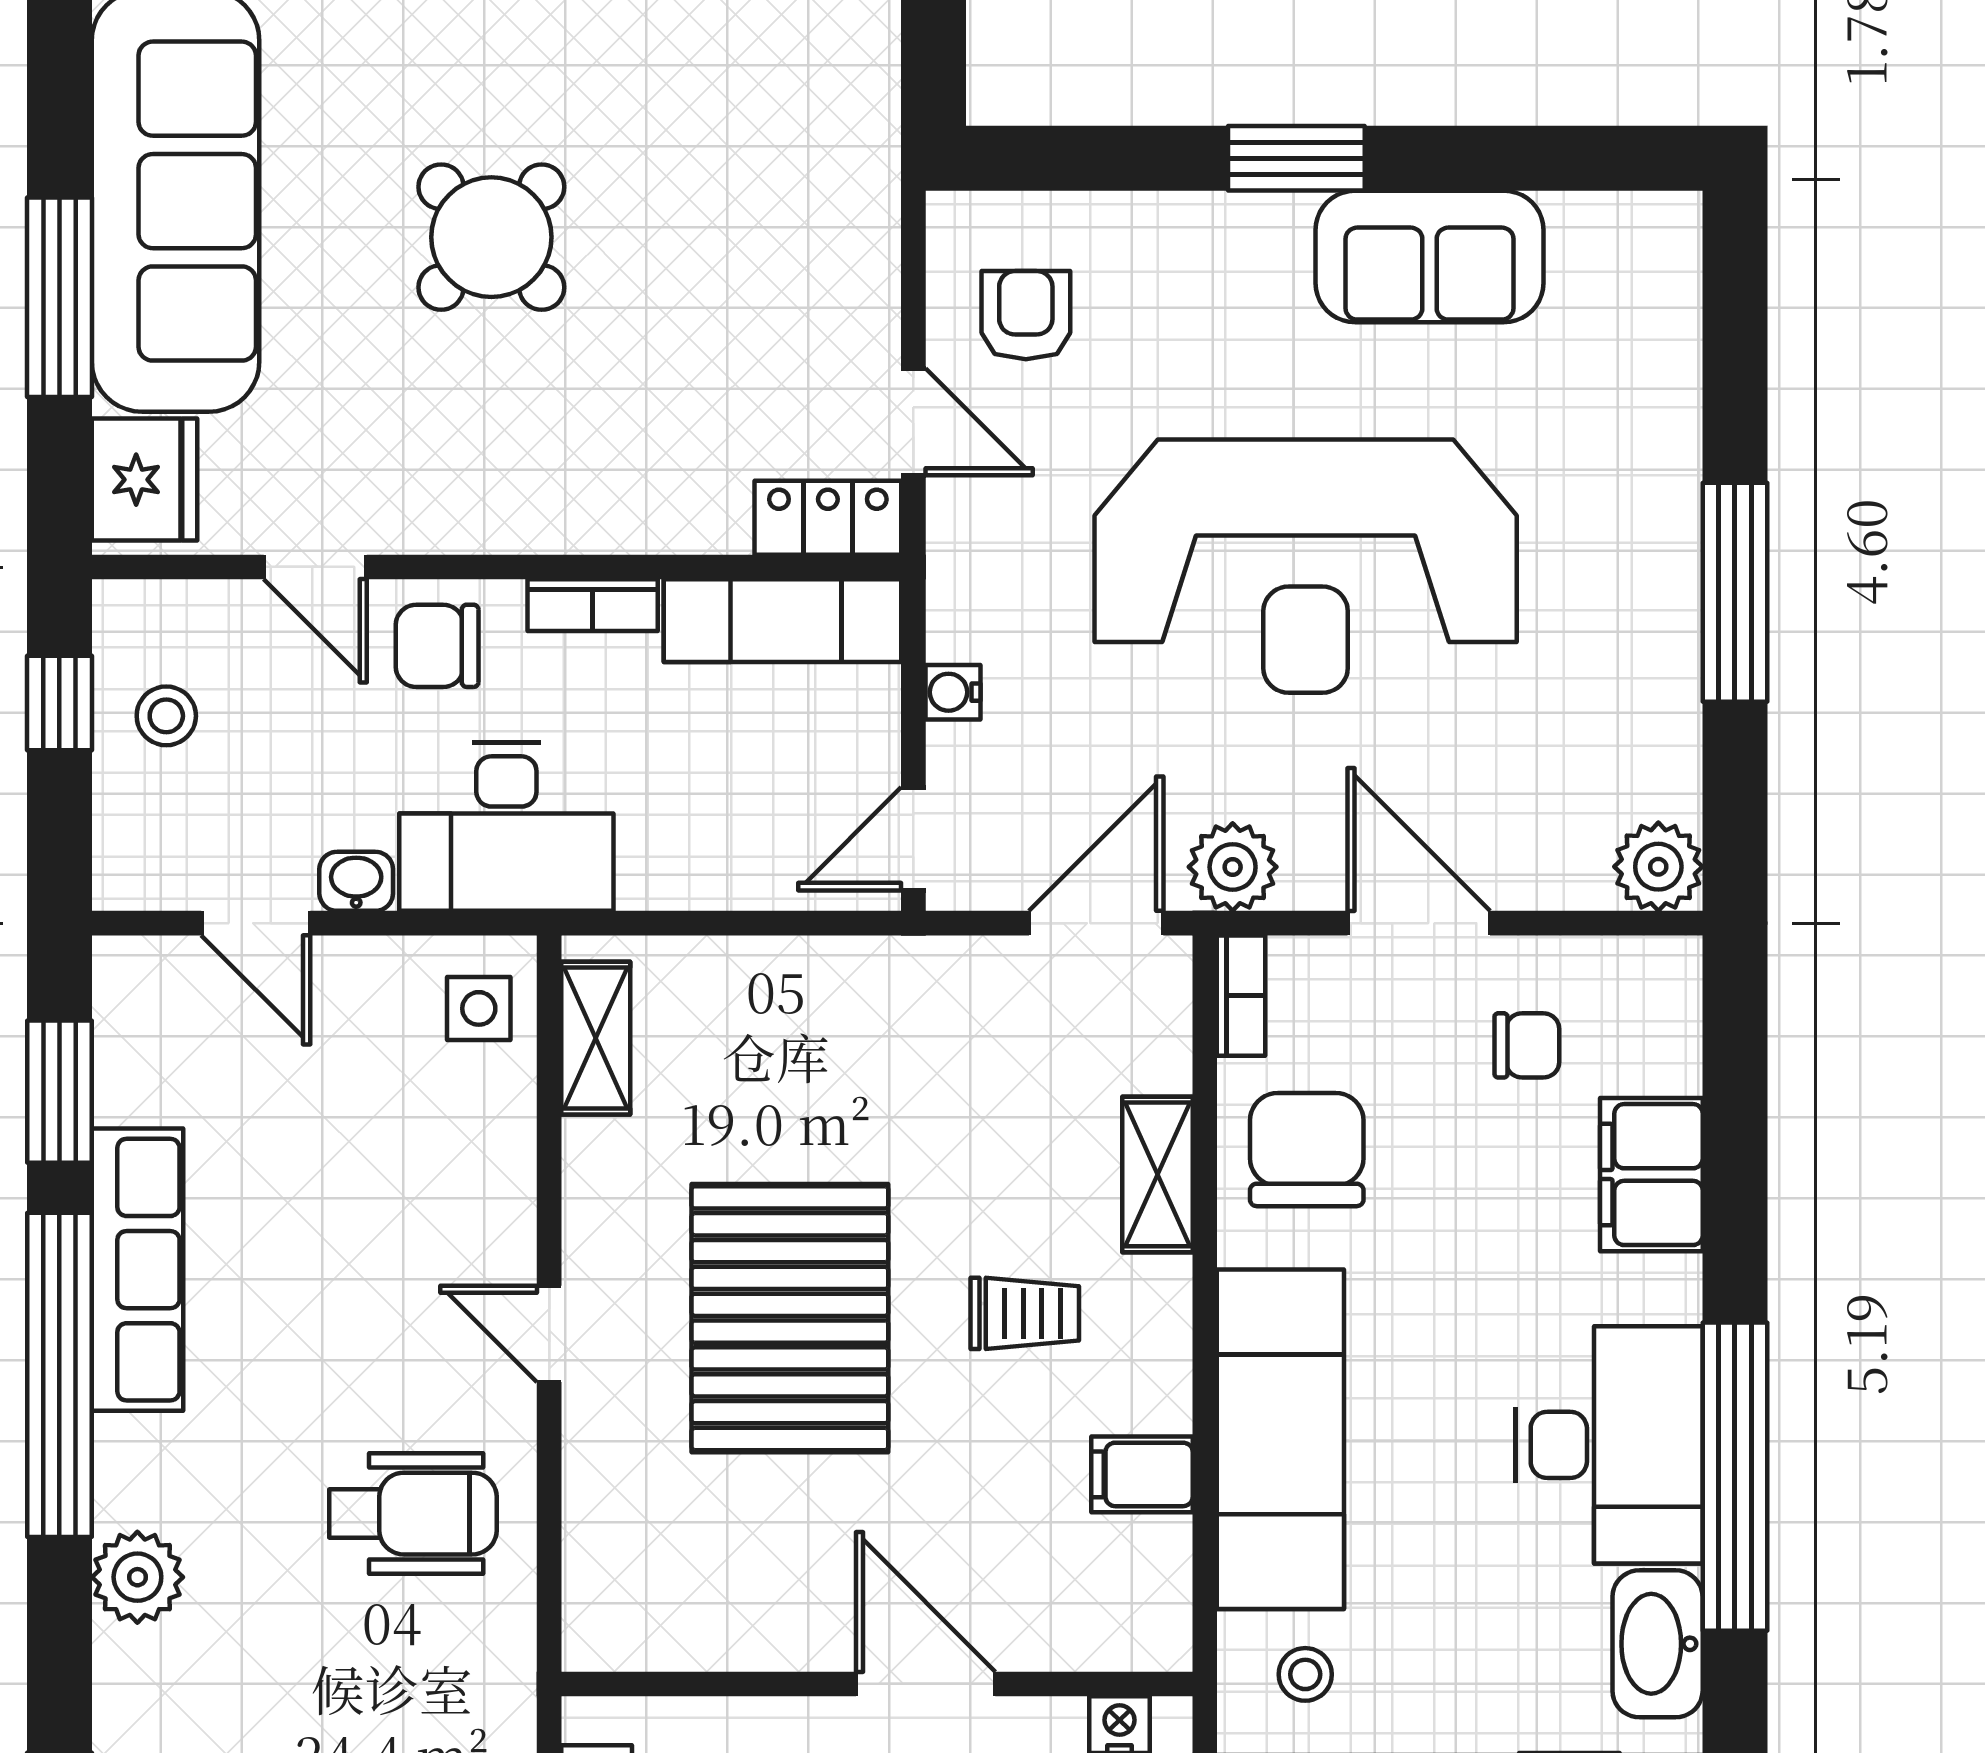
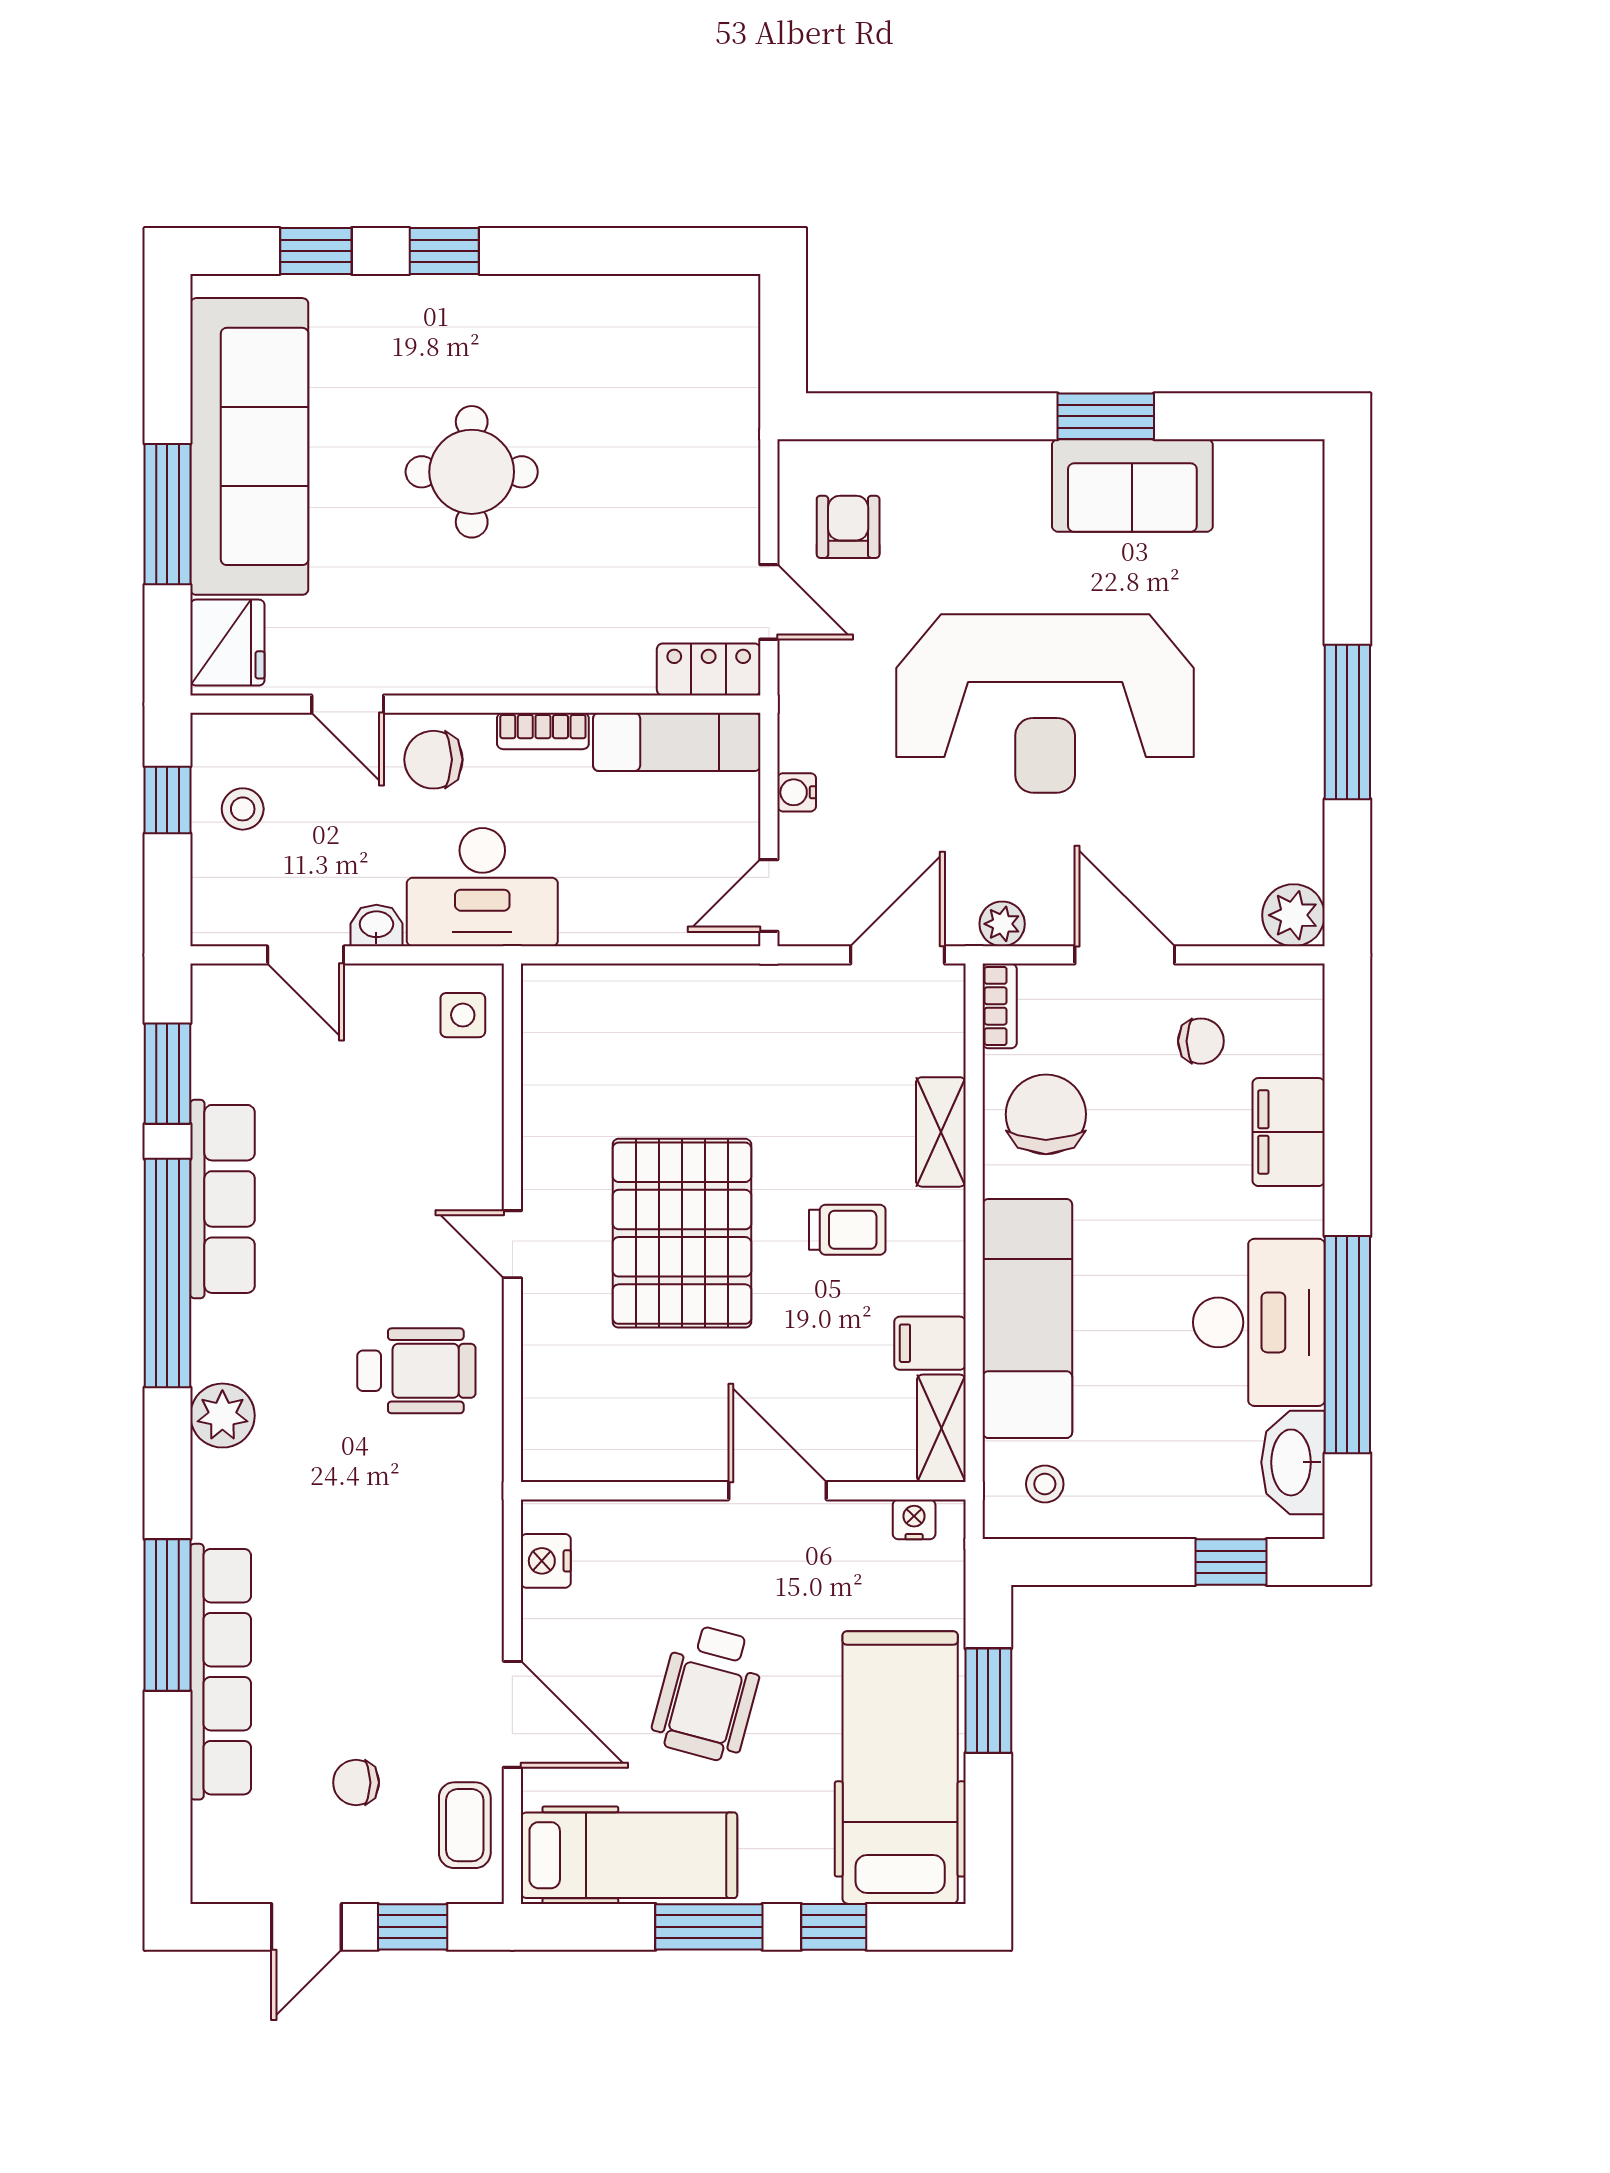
window: (1296, 158) -> (1106, 416), moved
round table: (491, 237) -> (472, 472), turned 45
plant: (1233, 867) -> (1002, 924), width x0.73, depth x0.73
shelving: (596, 1038) -> (941, 1428), moved

